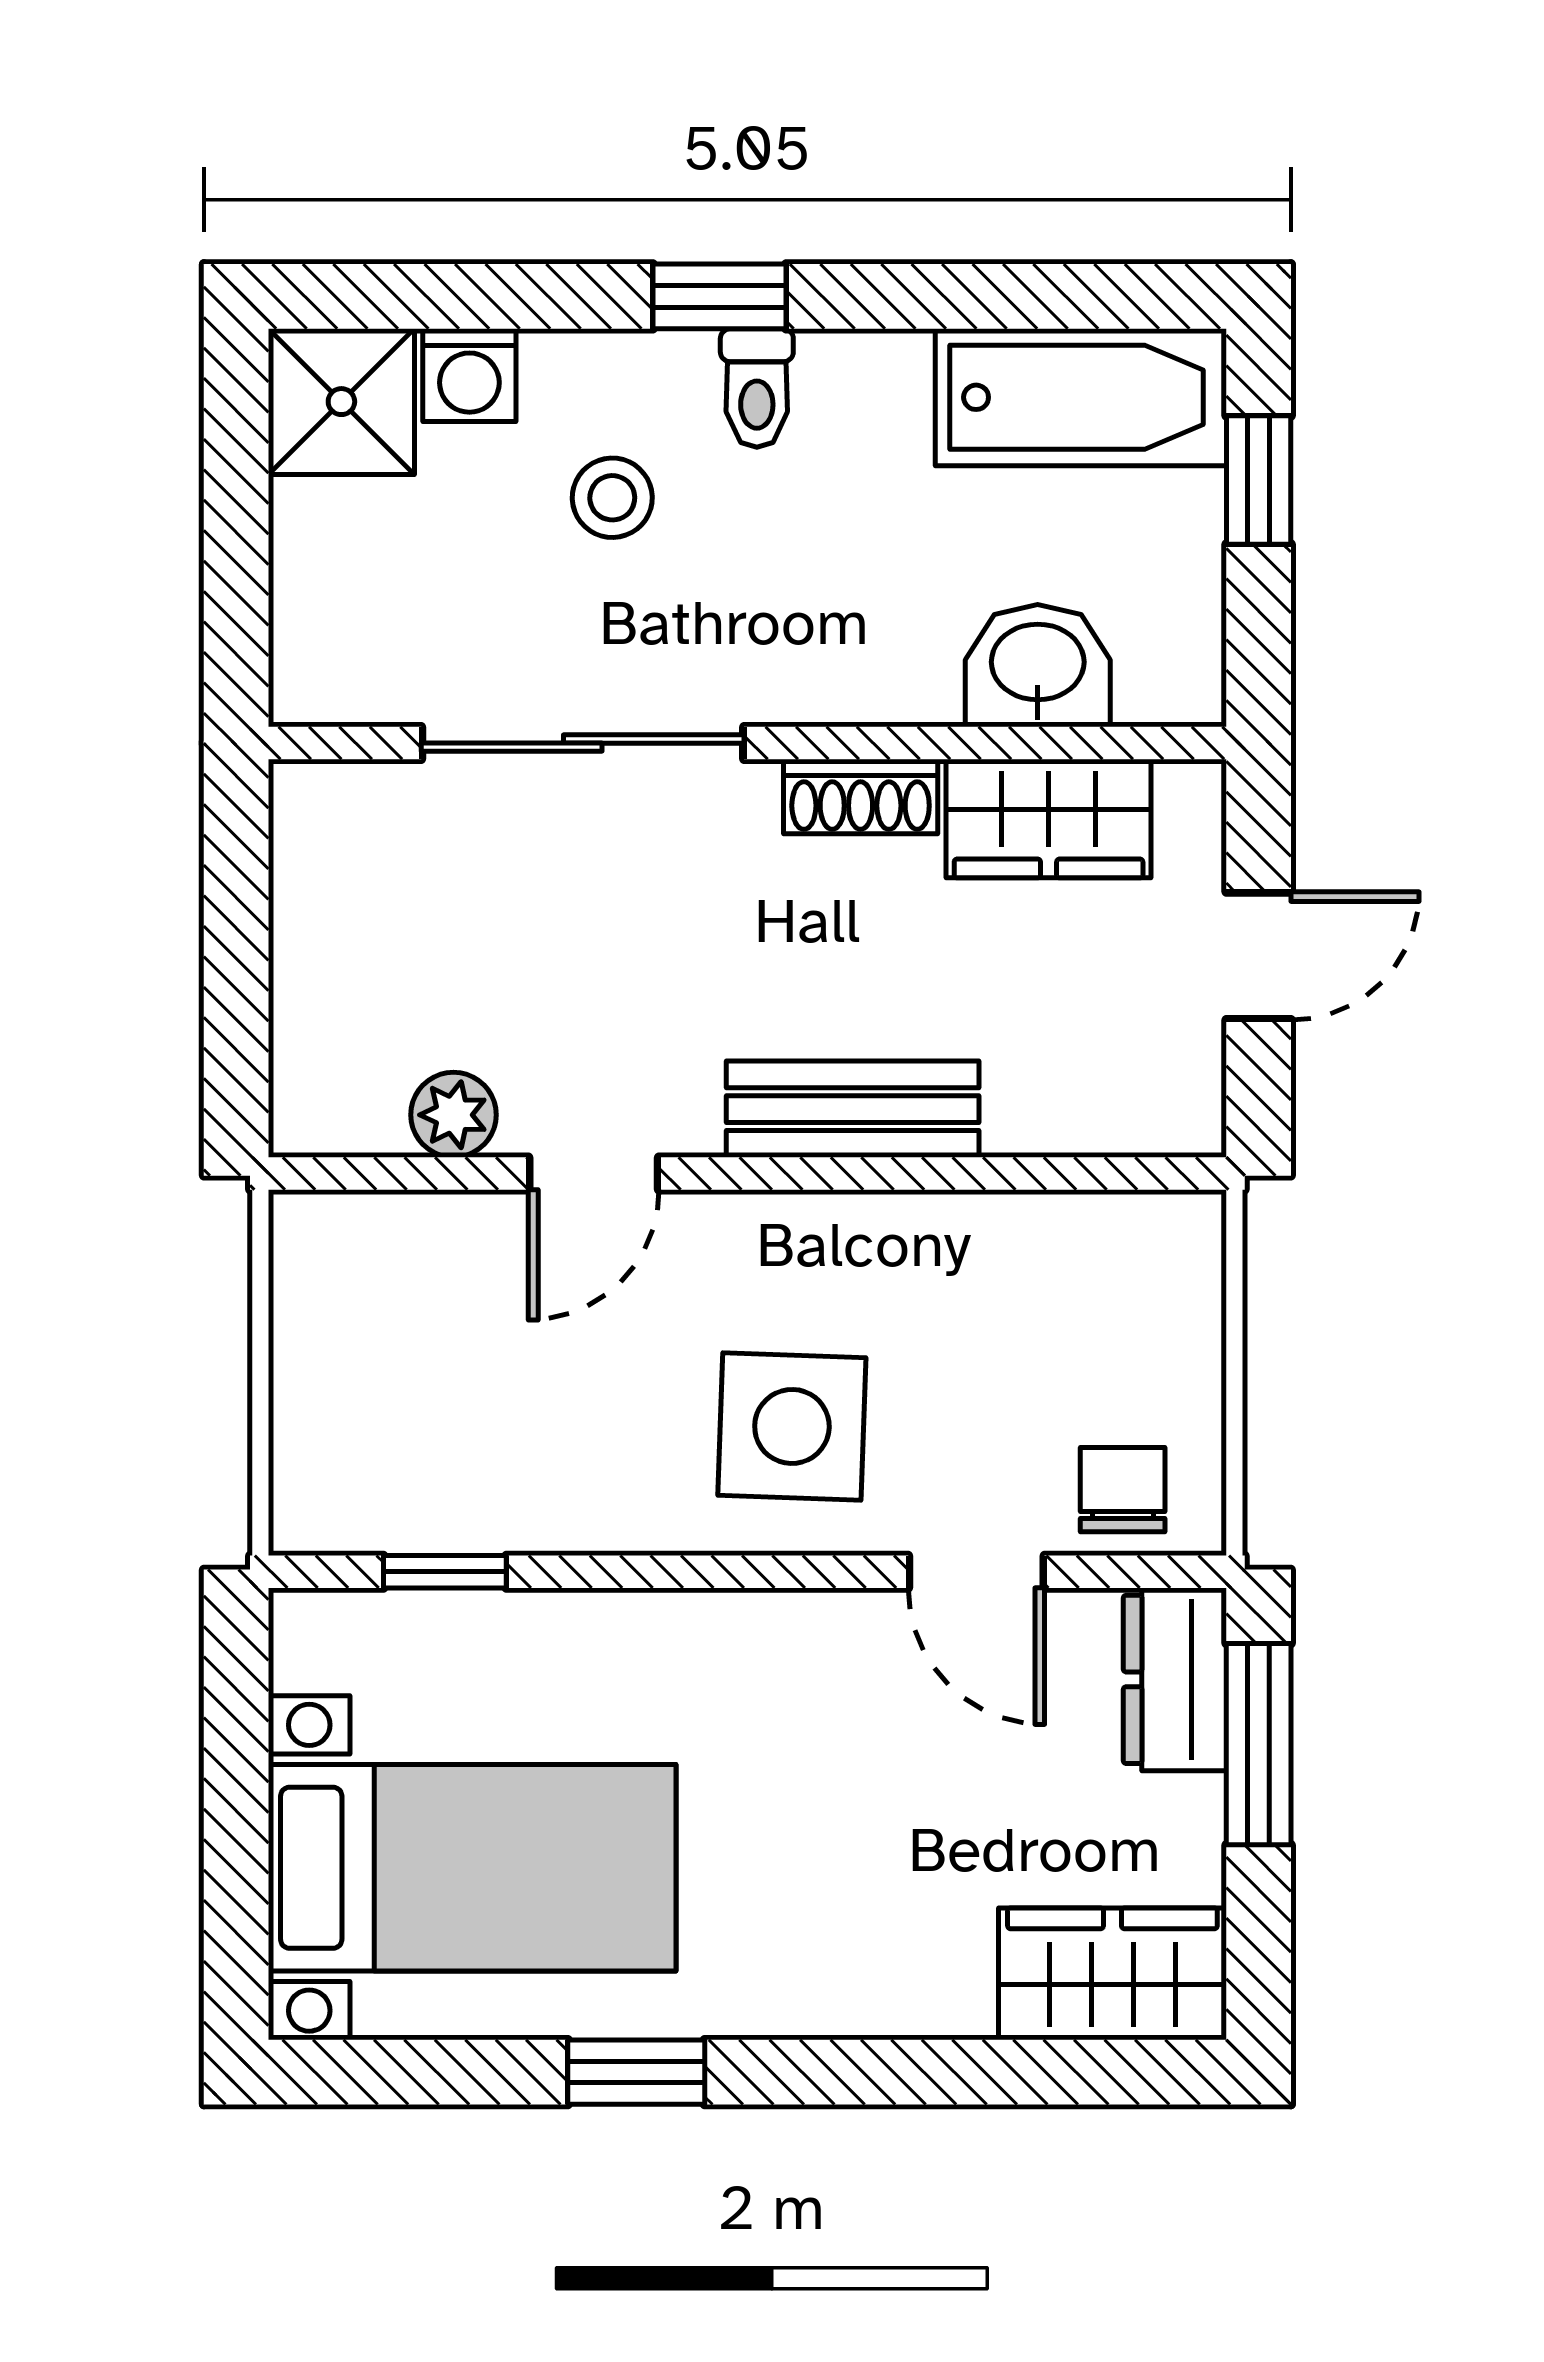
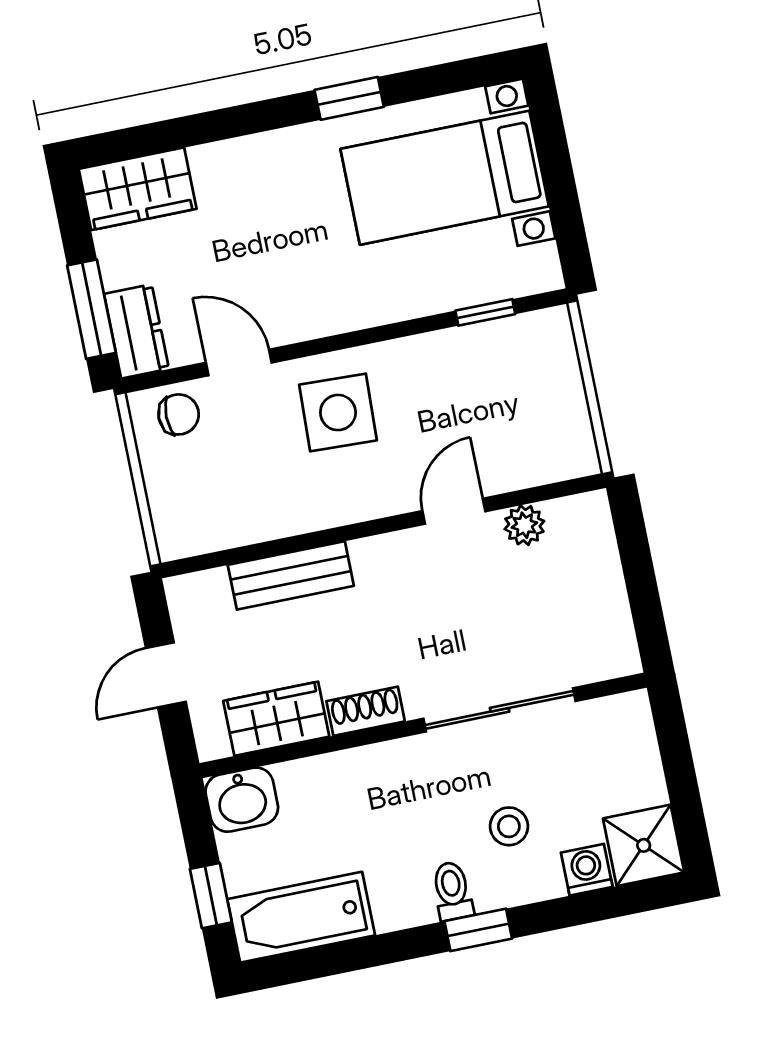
washbasin: (1038, 666) -> (242, 800), moved
bench: (853, 1109) -> (291, 575), moved
chair: (1123, 1490) -> (179, 414), turned -90

